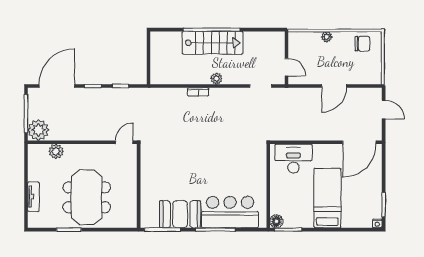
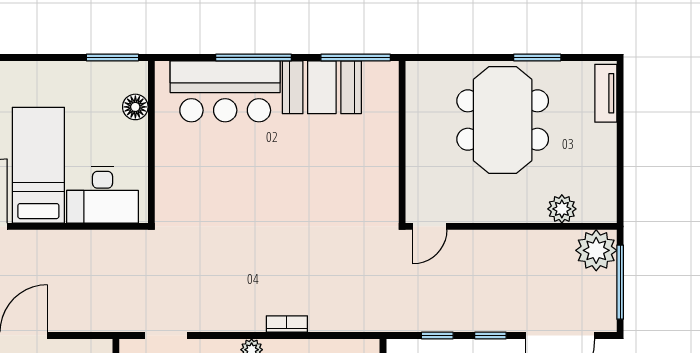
tv unit: (33, 197) -> (606, 93), moved
bed: (327, 198) -> (38, 165), moved, turned 180
floor lamp: (276, 221) -> (135, 107), moved

